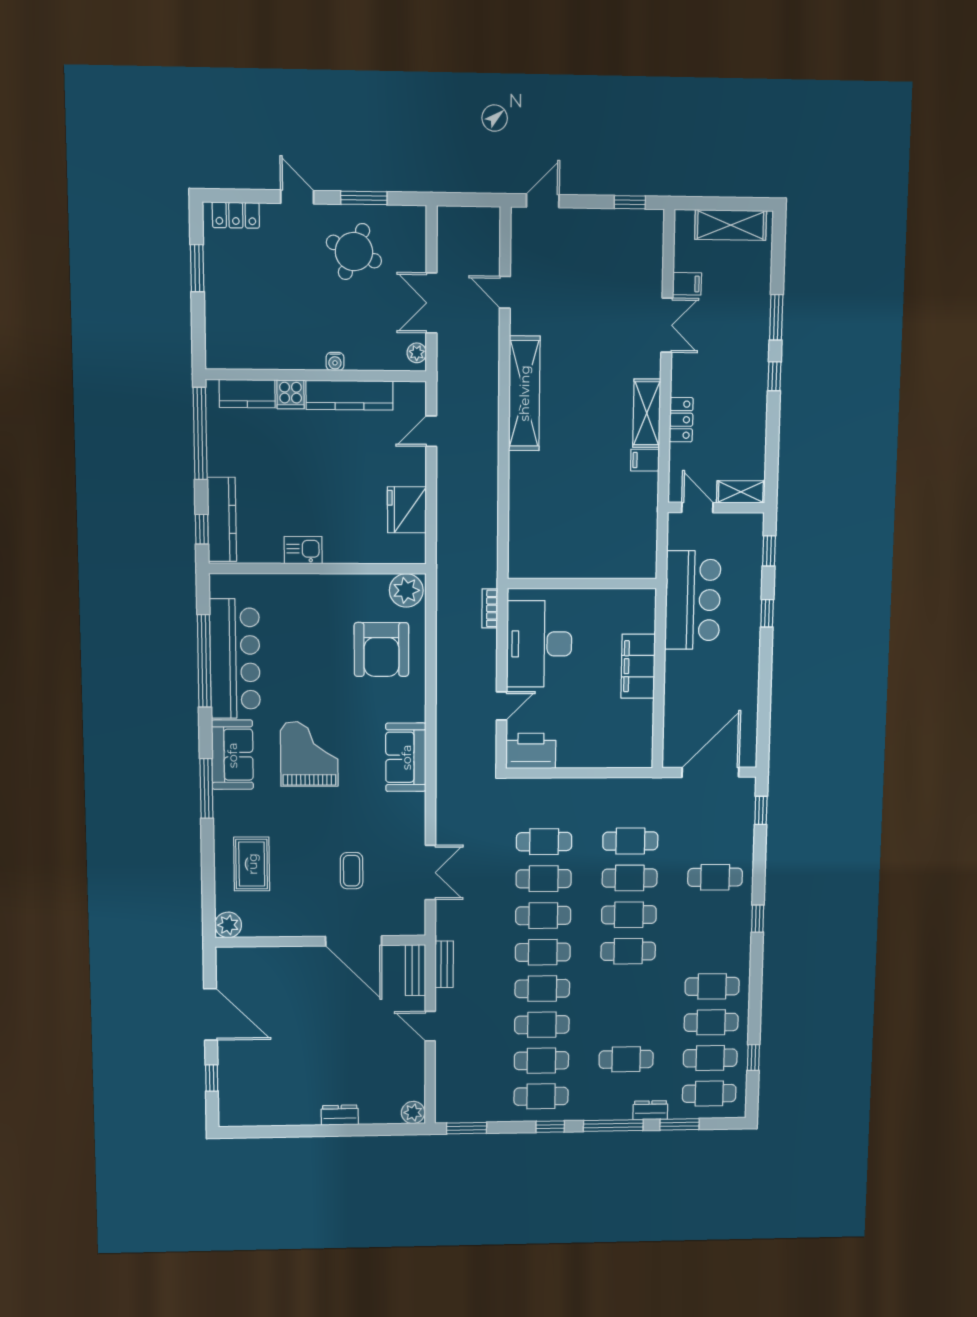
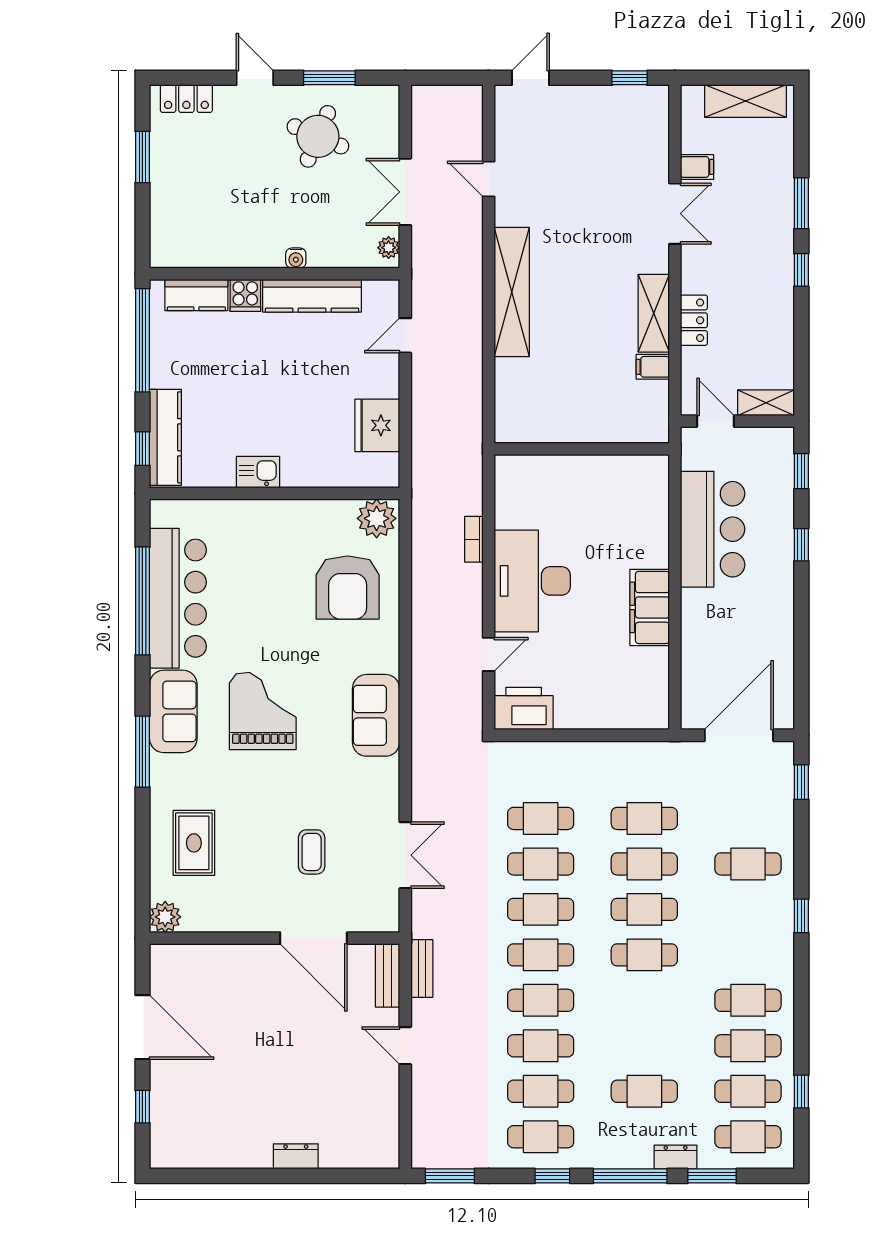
wall: (582, 584) -> (582, 449), moved
plant: (413, 1113) -> (385, 1155), removed

